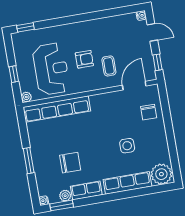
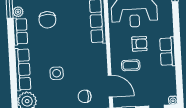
row of seats: (89, 28) -> (168, 52), added
armchair: (84, 59) -> (139, 44), turned -90

